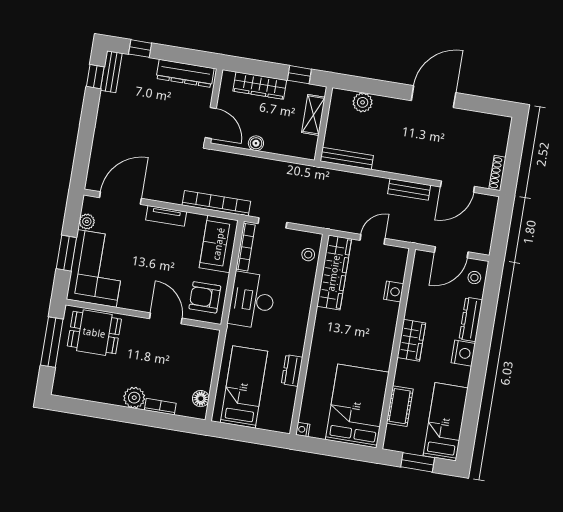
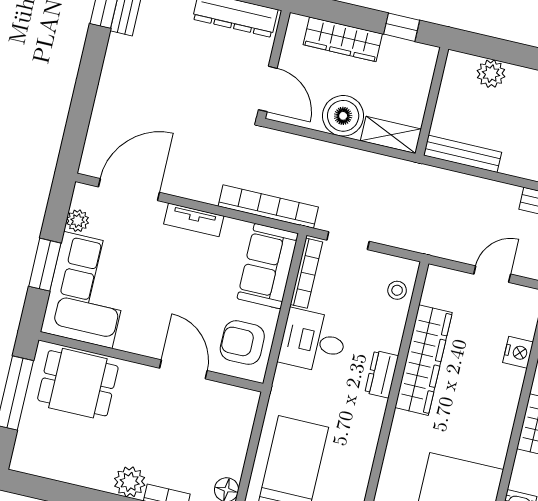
shelving: (313, 115) -> (391, 135), moved, turned 90
boiler: (256, 143) -> (343, 116), width x1.86, depth x1.86
wardrobe: (334, 273) -> (424, 360), moved
desk: (252, 300) -> (313, 341), width x0.73
dresser: (292, 370) -> (382, 374), moved

